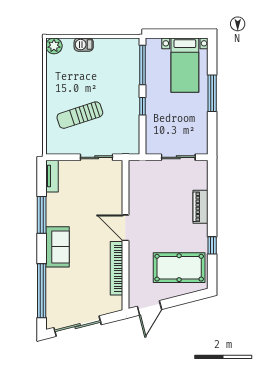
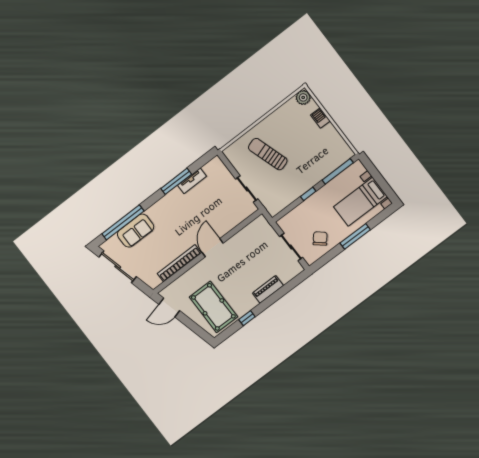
chair: (190, 126) -> (320, 239), added
tv unit: (52, 176) -> (192, 181), moved
sofa: (58, 247) -> (136, 231), moved

